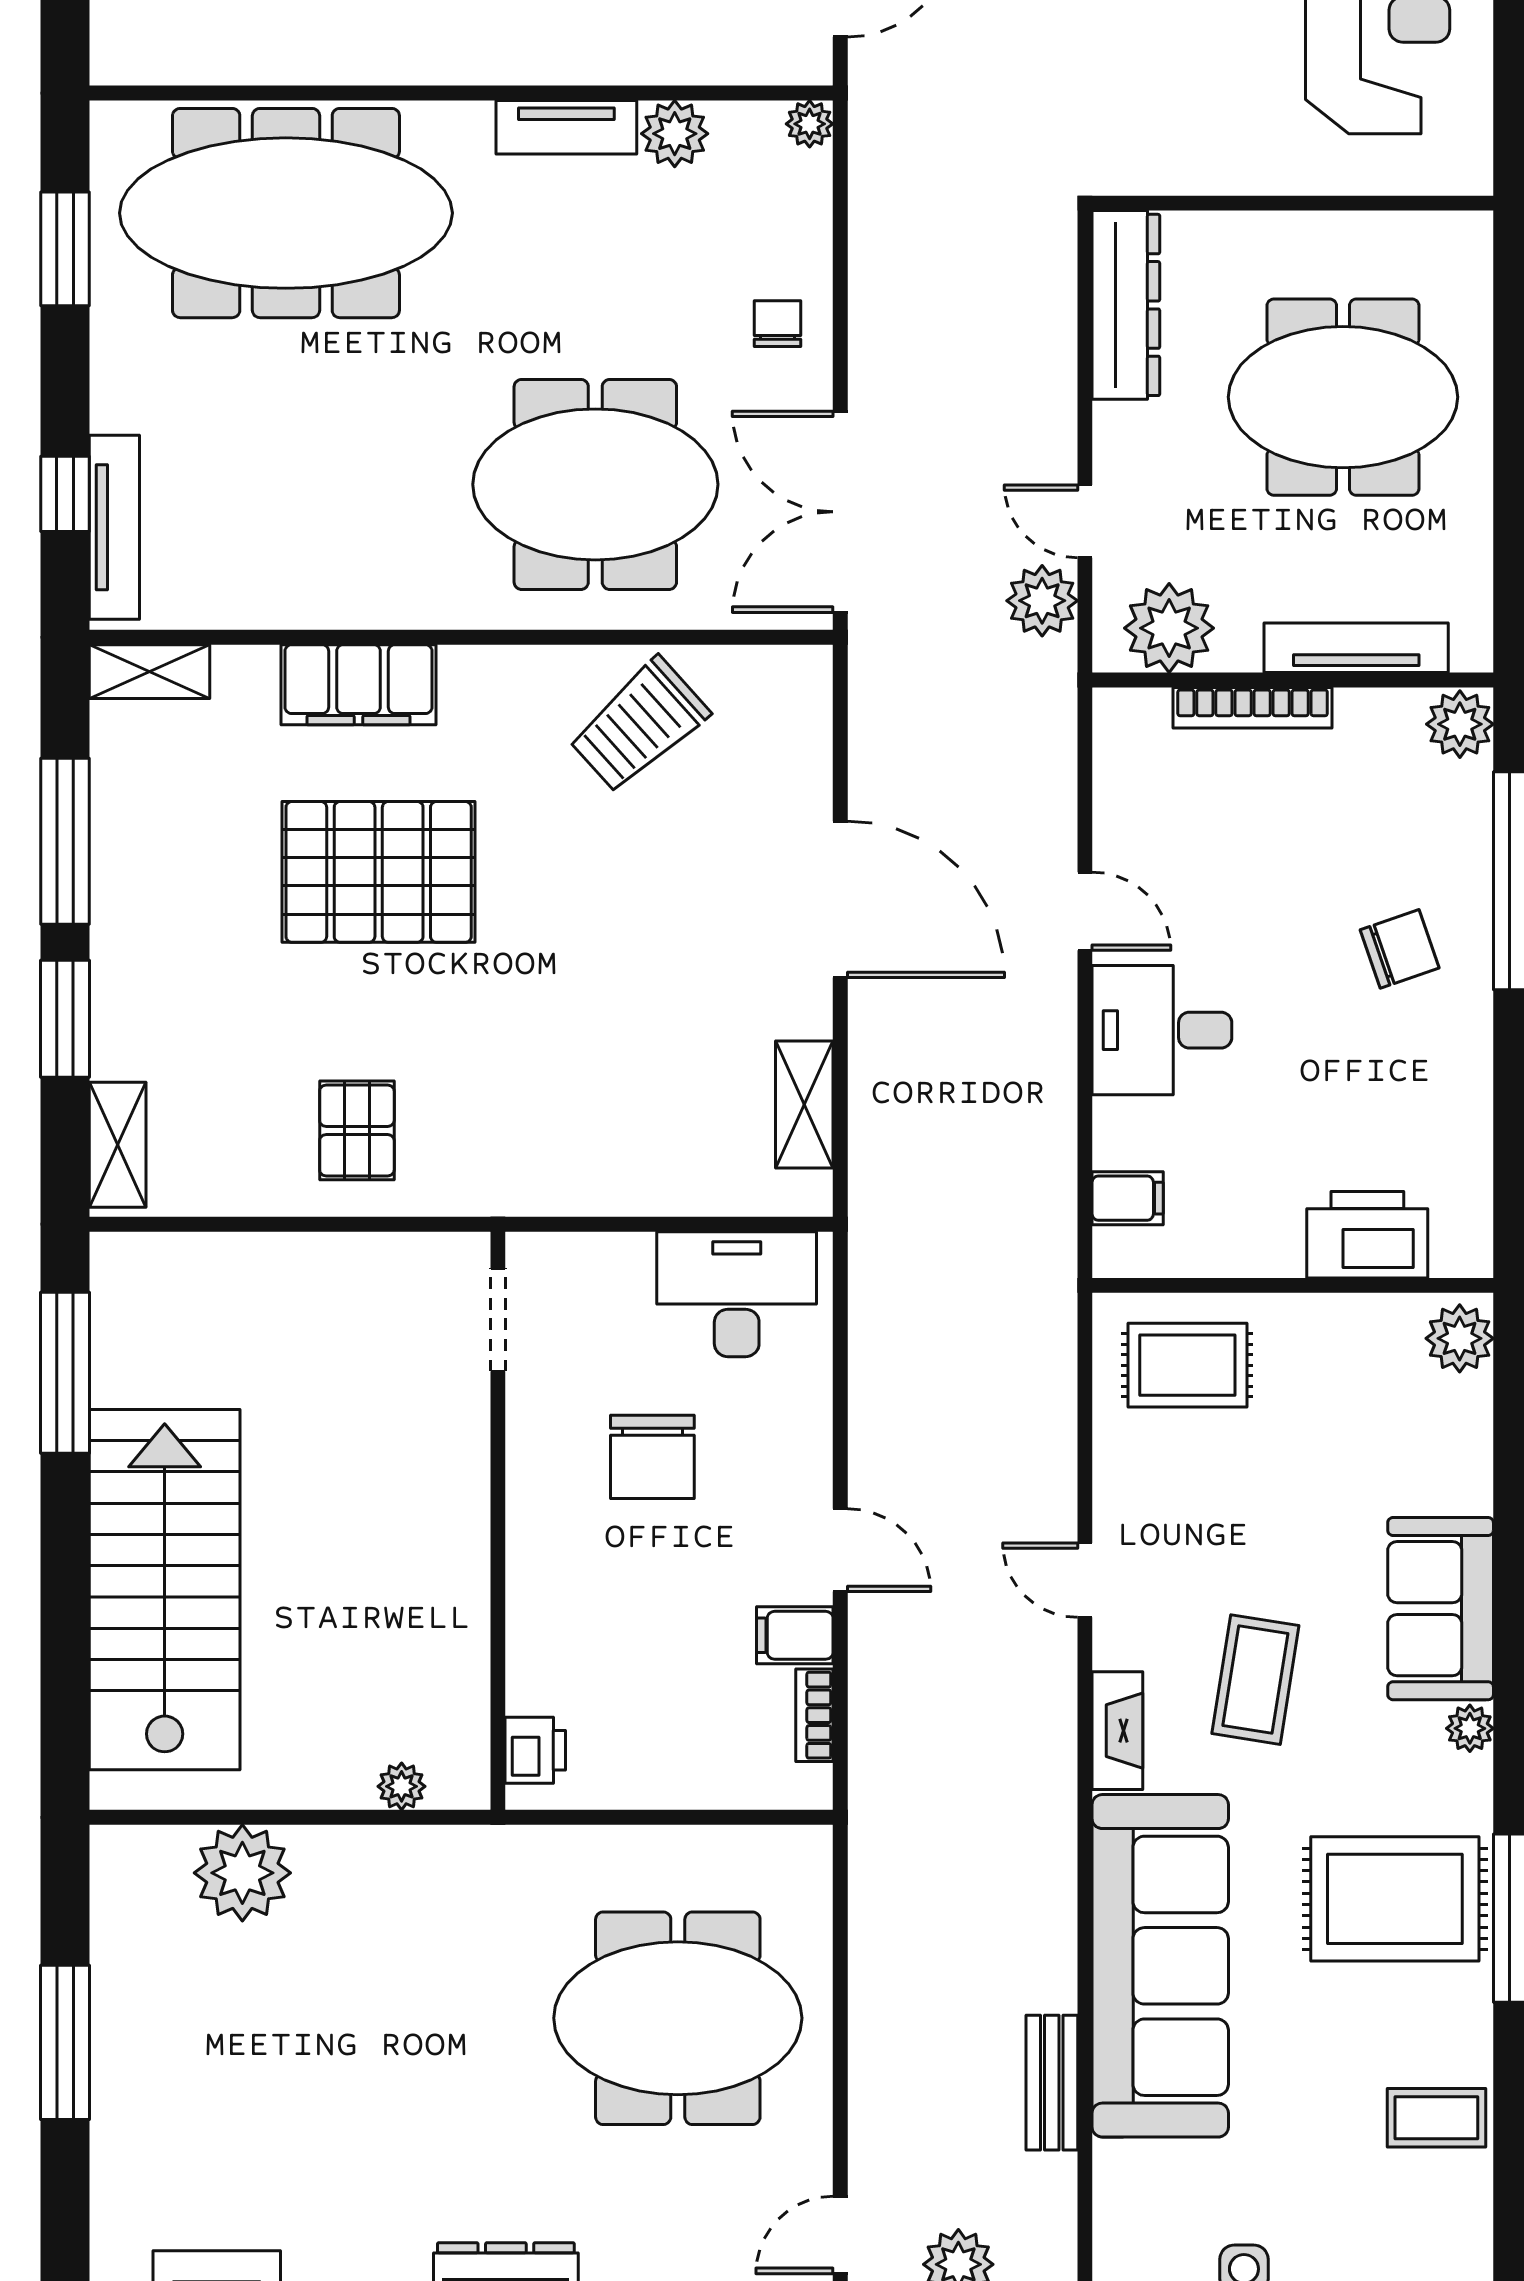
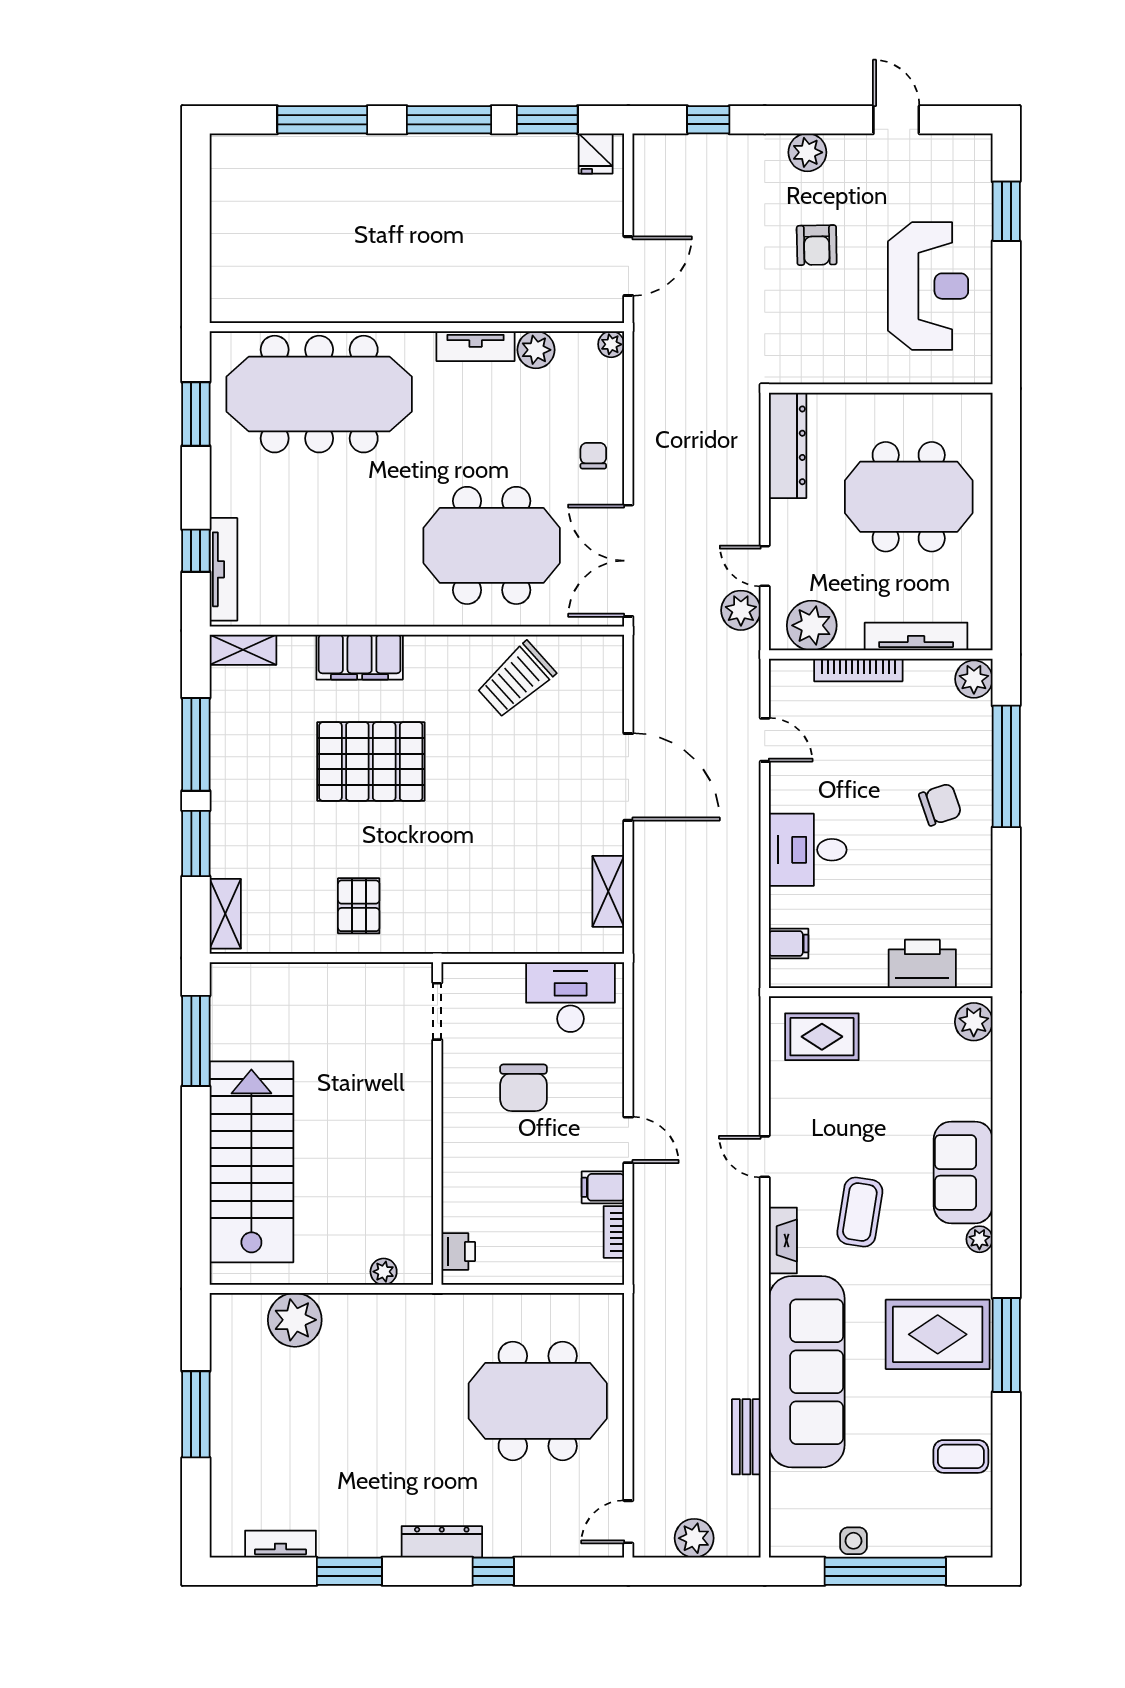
door: (1085, 911) -> (765, 740), moved

